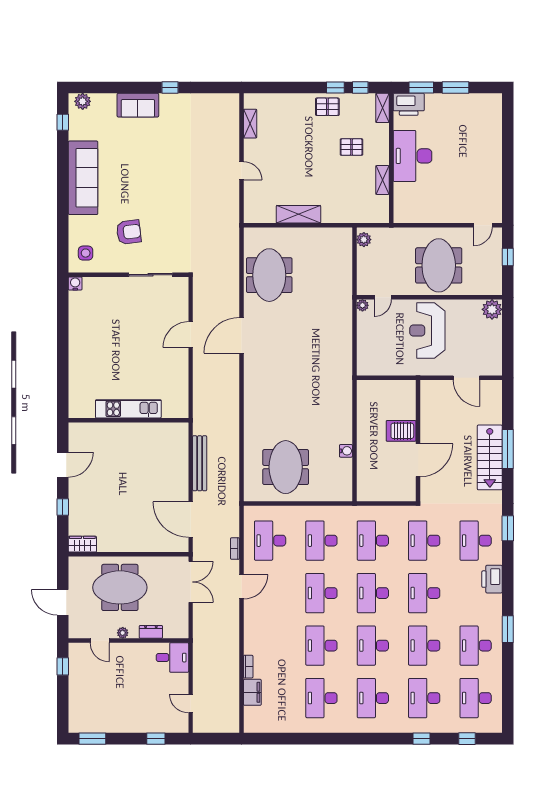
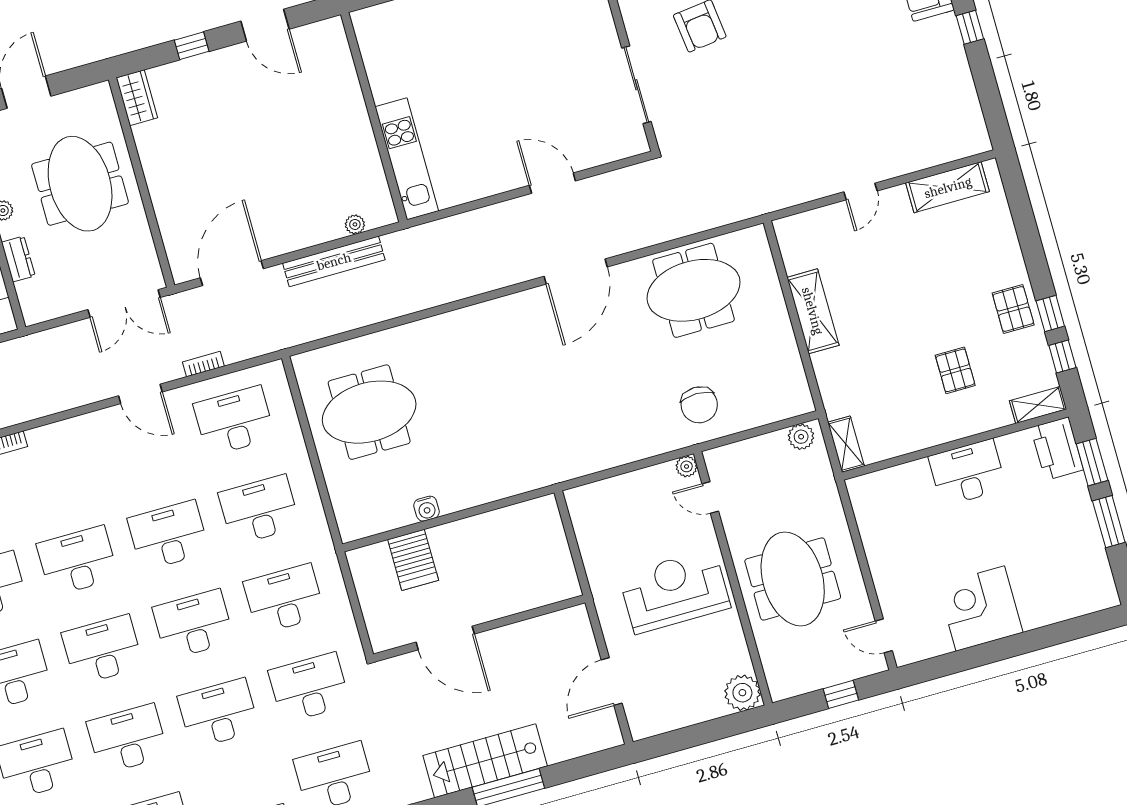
shelving: (250, 124) -> (948, 187), width x1.50, depth x1.33
desk: (413, 156) -> (967, 473), width x0.73, depth x0.77
corner desk: (483, 169) -> (980, 609), added
shelving: (383, 180) -> (846, 444), moved, turned 90
meeting table: (439, 265) -> (793, 579), turned 90
chair: (331, 289) -> (699, 405), added
door: (241, 335) -> (576, 272), swing flipped
kitchen unit: (128, 409) -> (407, 159), moved
server rack: (401, 431) -> (413, 560), moved, turned 180
plant: (183, 446) -> (355, 224), added

